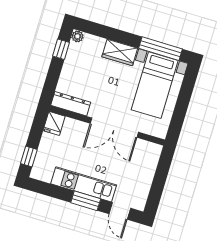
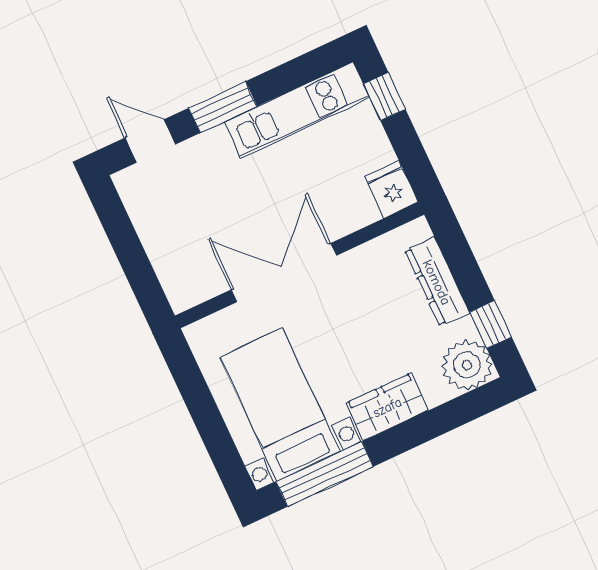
plant: (77, 36) -> (467, 365), width x1.87, depth x1.87
dresser: (71, 104) -> (437, 282), moved, turned 90
kitchen unit: (84, 184) -> (297, 110), moved

